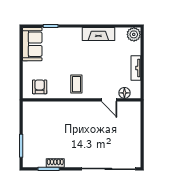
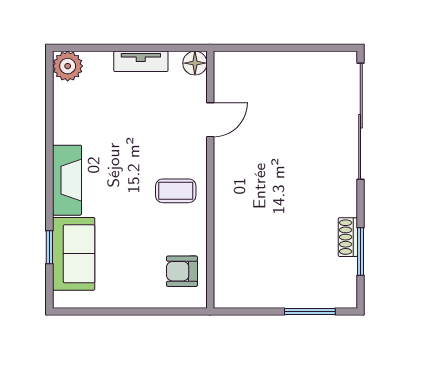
fireplace: (98, 34) -> (67, 180), moved
sofa: (32, 44) -> (74, 254), moved, turned 90
floor lamp: (124, 93) -> (195, 63), moved

